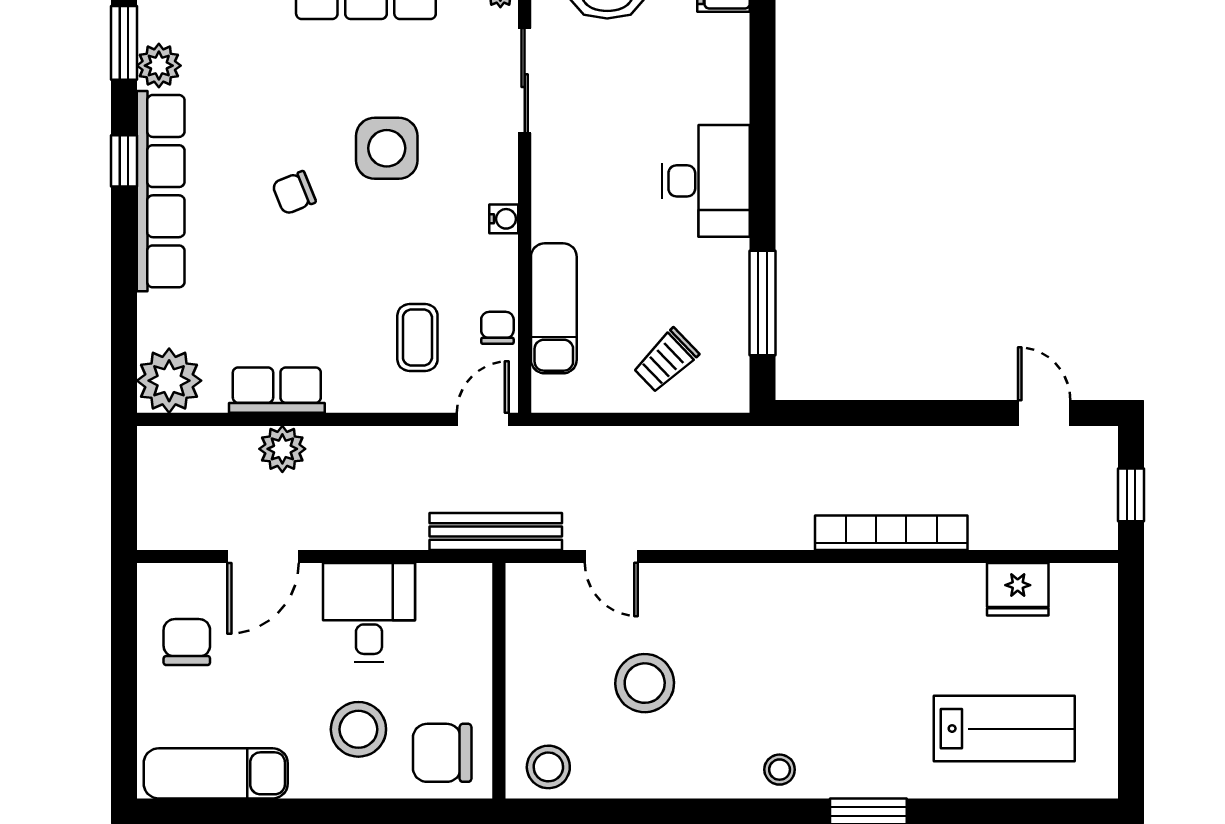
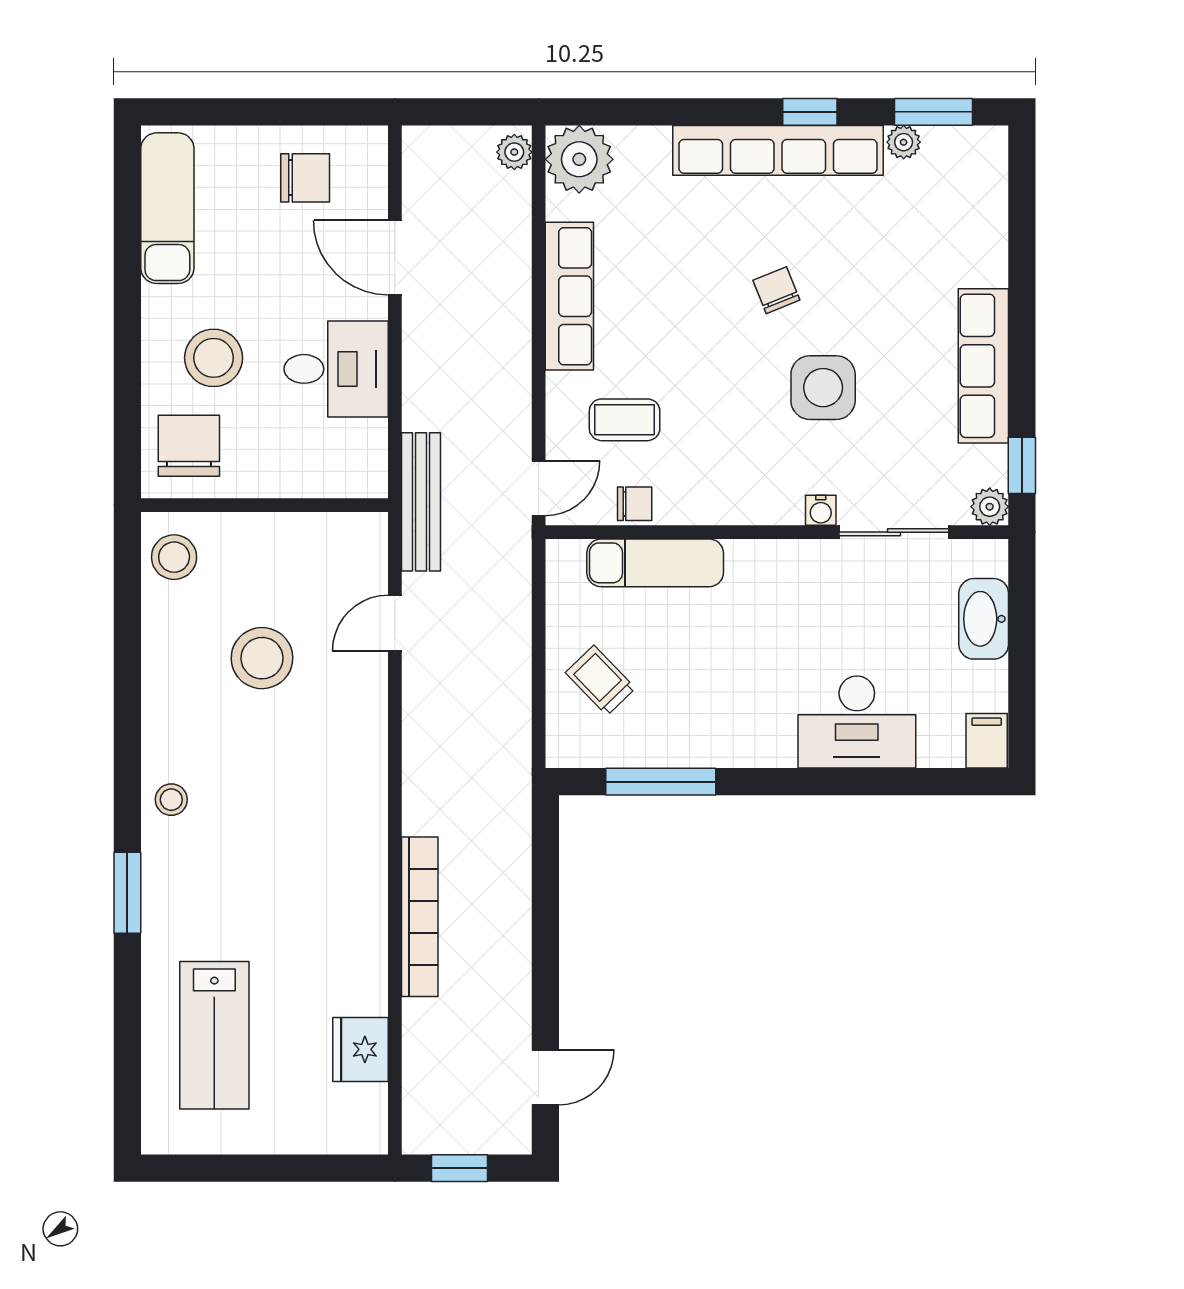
plant: (159, 66) -> (904, 142), width x0.73, depth x0.73
desk: (706, 181) -> (857, 722), moved
water cooler: (504, 219) -> (821, 510), moved
row of seats: (277, 390) -> (569, 296), width x1.48
door: (483, 419) -> (539, 488), hinge flipped
plant: (282, 449) -> (514, 152), moved, width x0.73, depth x0.73

